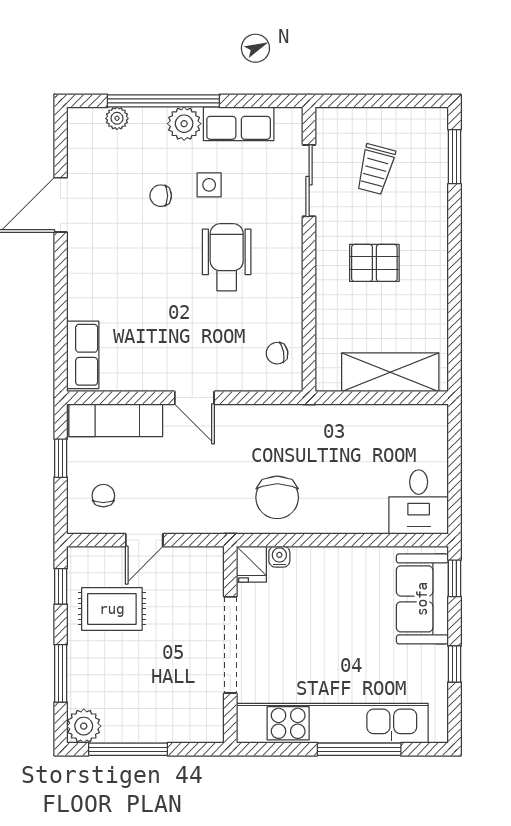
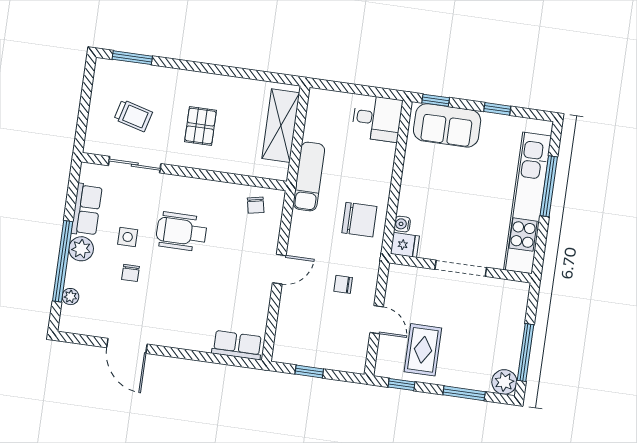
exam couch: (116, 420) -> (309, 177), moved
chair: (103, 496) -> (343, 284), moved
doorway: (230, 645) -> (461, 268), width x0.73

